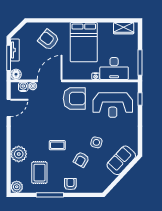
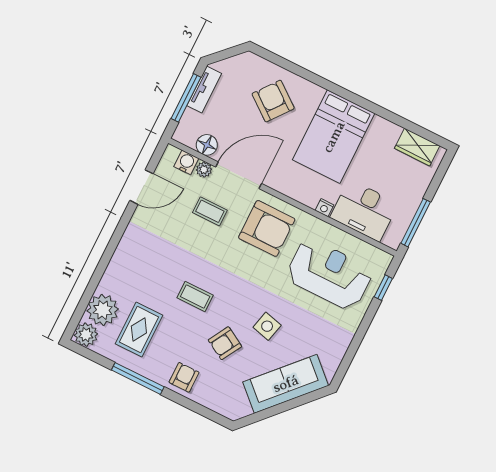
floor lamp: (16, 74) -> (207, 145), moved
coffee table: (45, 104) -> (210, 211), added
reception desk: (113, 105) -> (329, 274), turned 180
plant: (19, 154) -> (103, 310), moved
sofa: (121, 160) -> (286, 384), width x1.36

